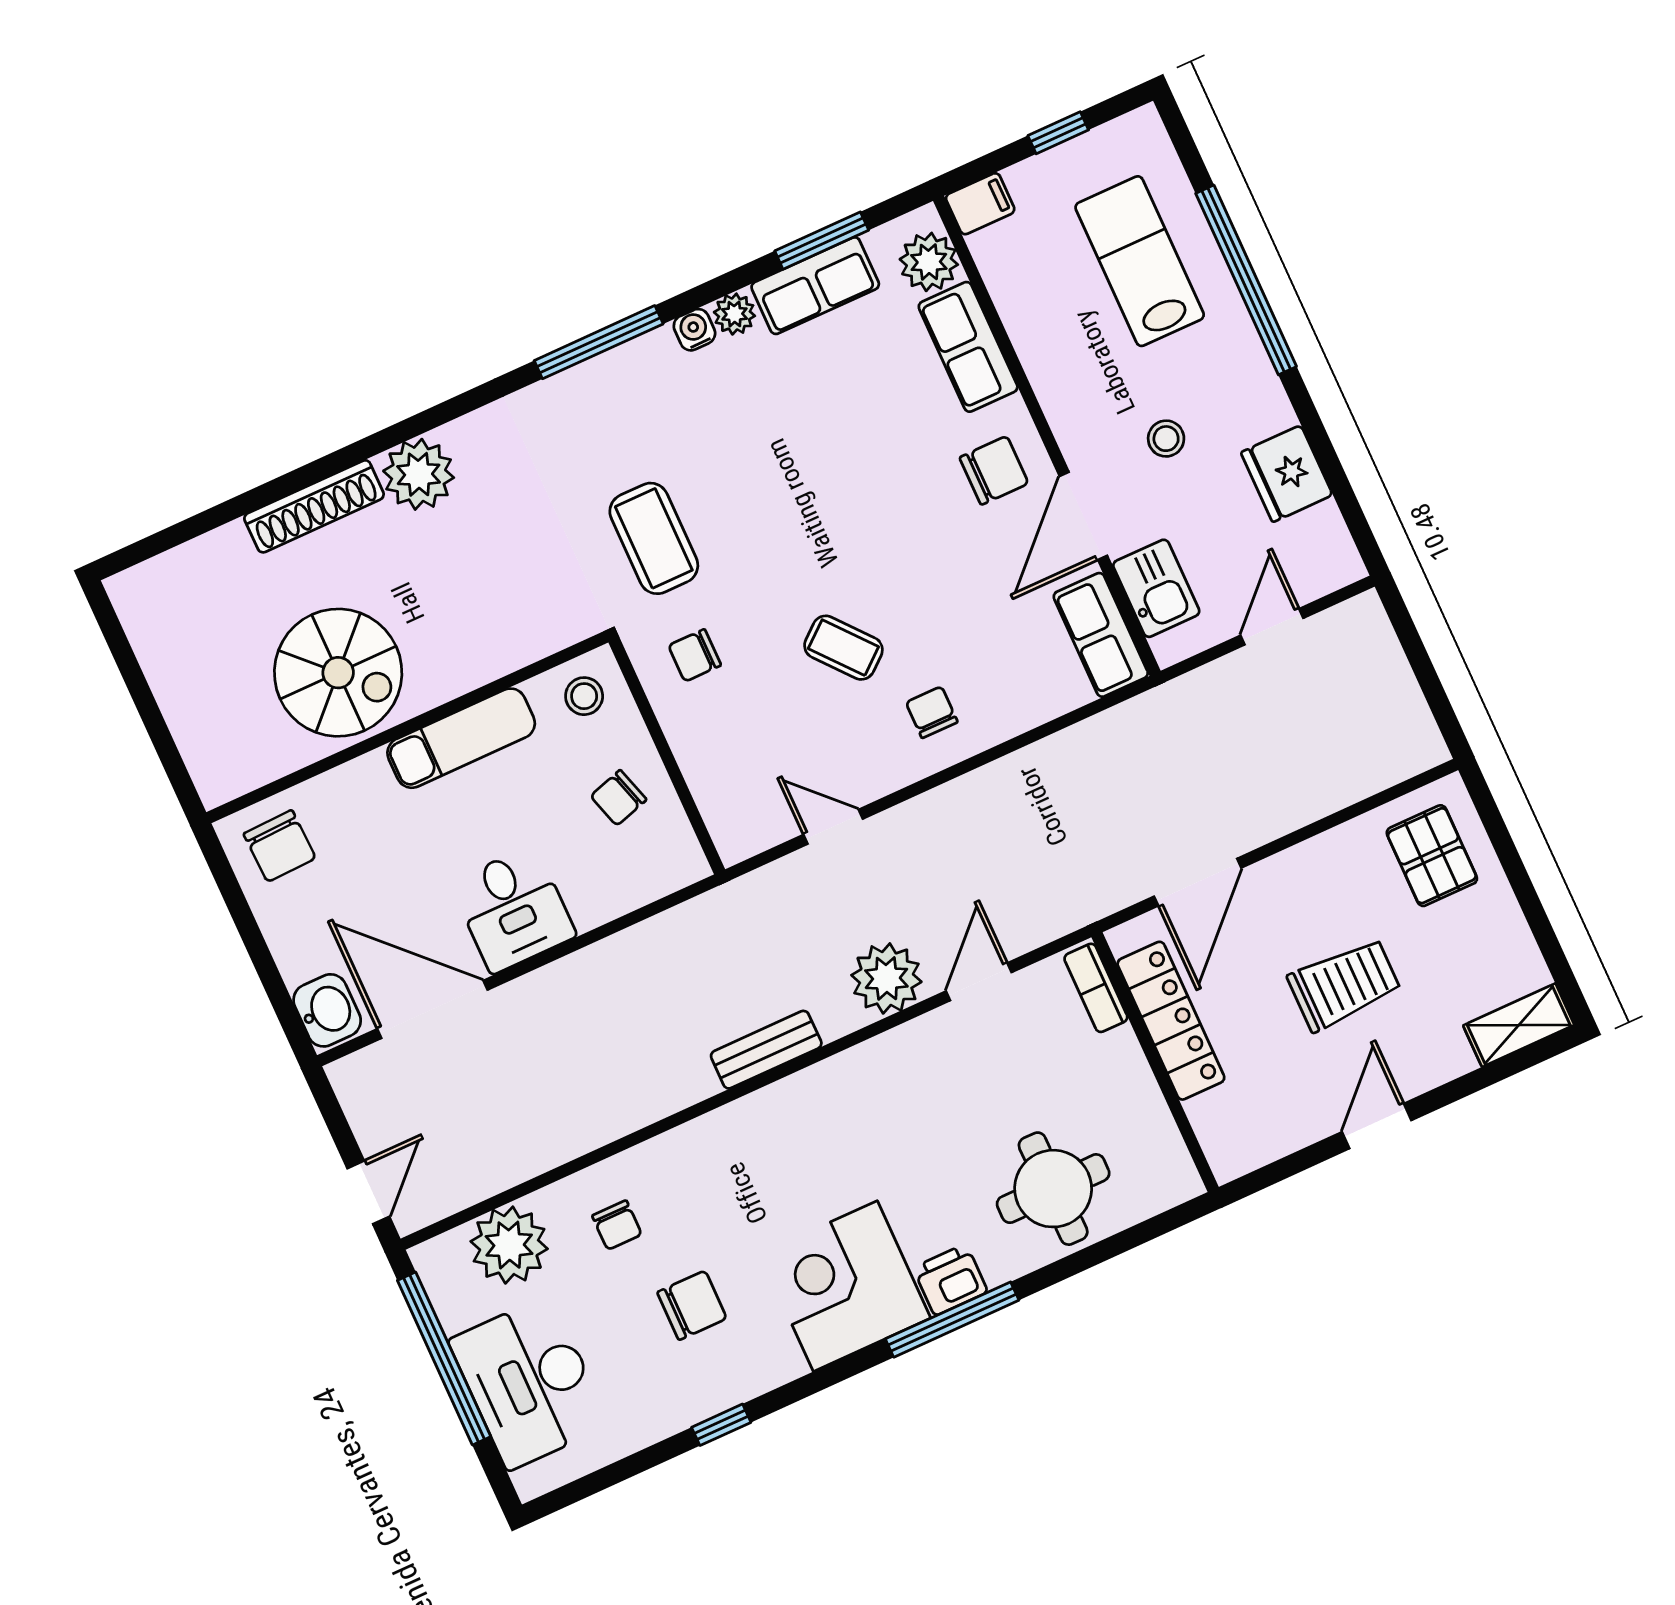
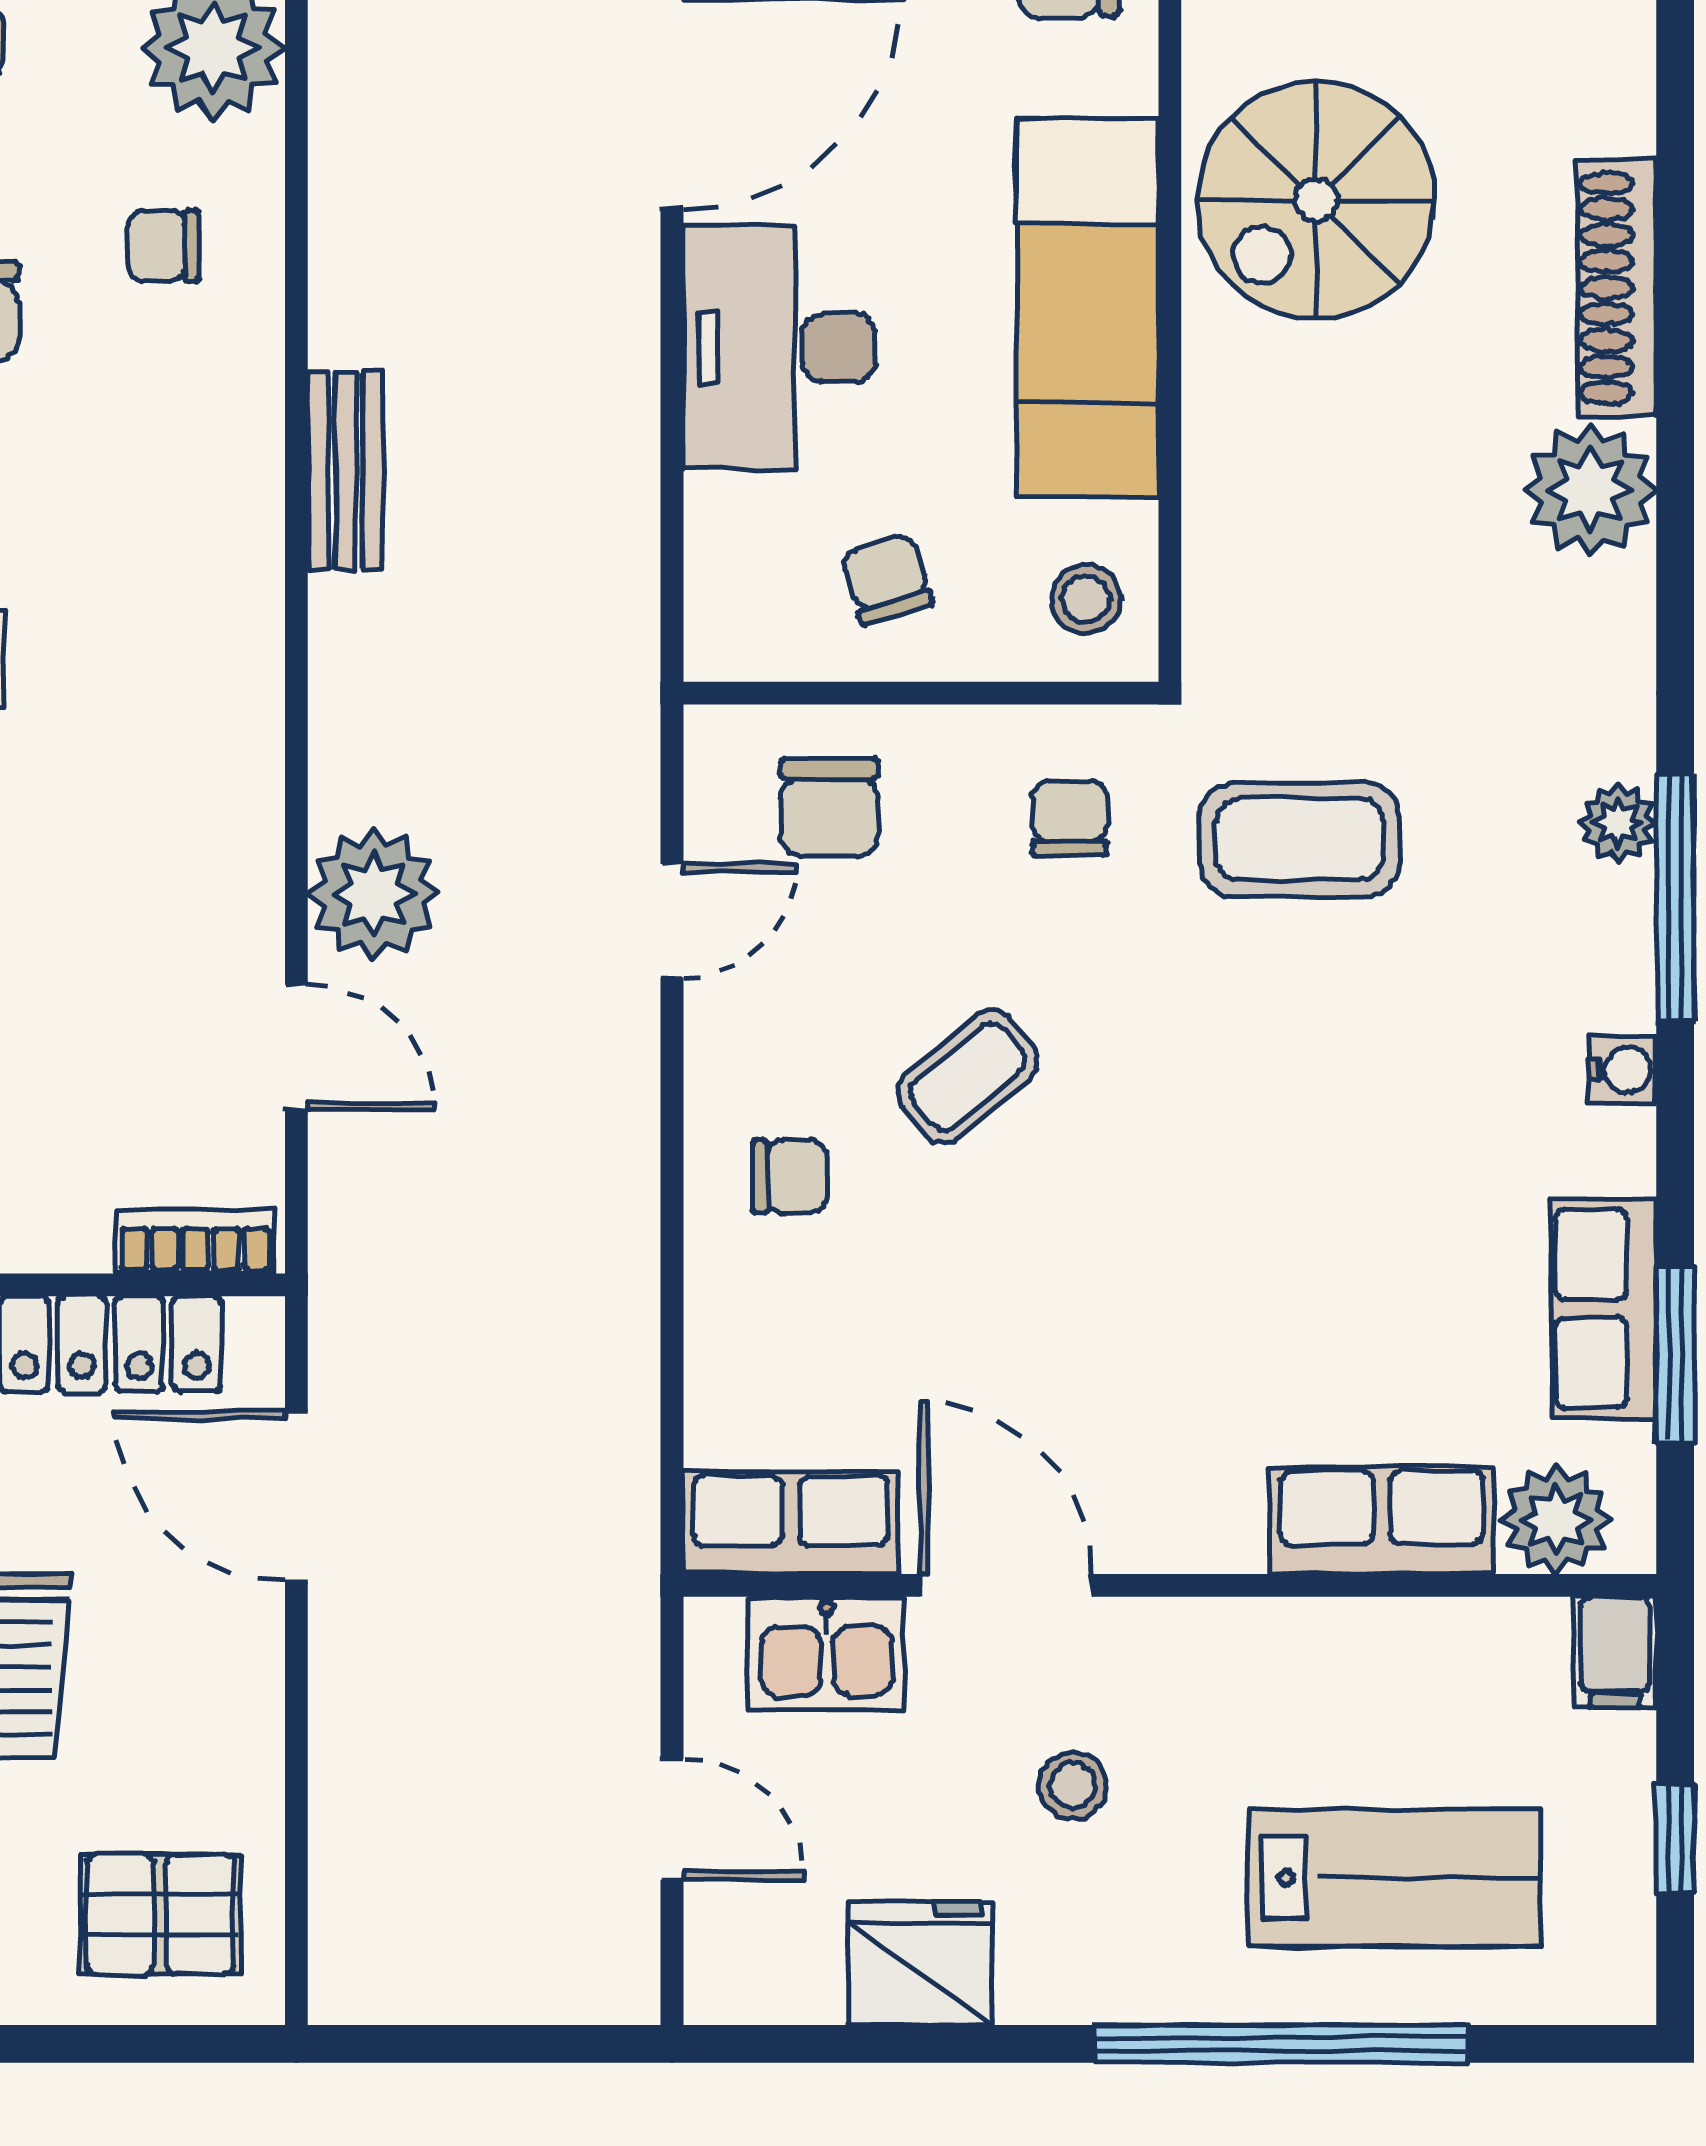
plant: (734, 314) -> (1618, 823), moved
chair: (994, 470) -> (829, 808), moved
exam couch: (461, 738) -> (1088, 308), width x1.36, depth x1.45
desk: (513, 909) -> (779, 347), width x1.37
bench: (766, 1050) -> (346, 471), moved

